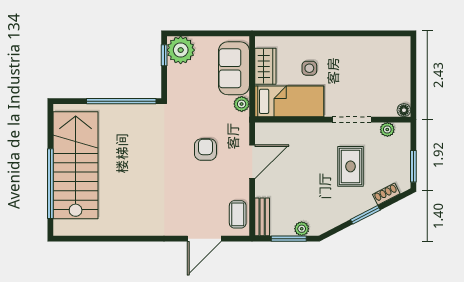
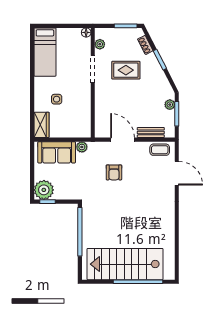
wardrobe: (265, 66) -> (41, 125), moved, turned 90
bed: (289, 101) -> (45, 52), moved, turned 180
armchair: (205, 150) -> (114, 172), turned -90
bench: (262, 217) -> (151, 132), moved

